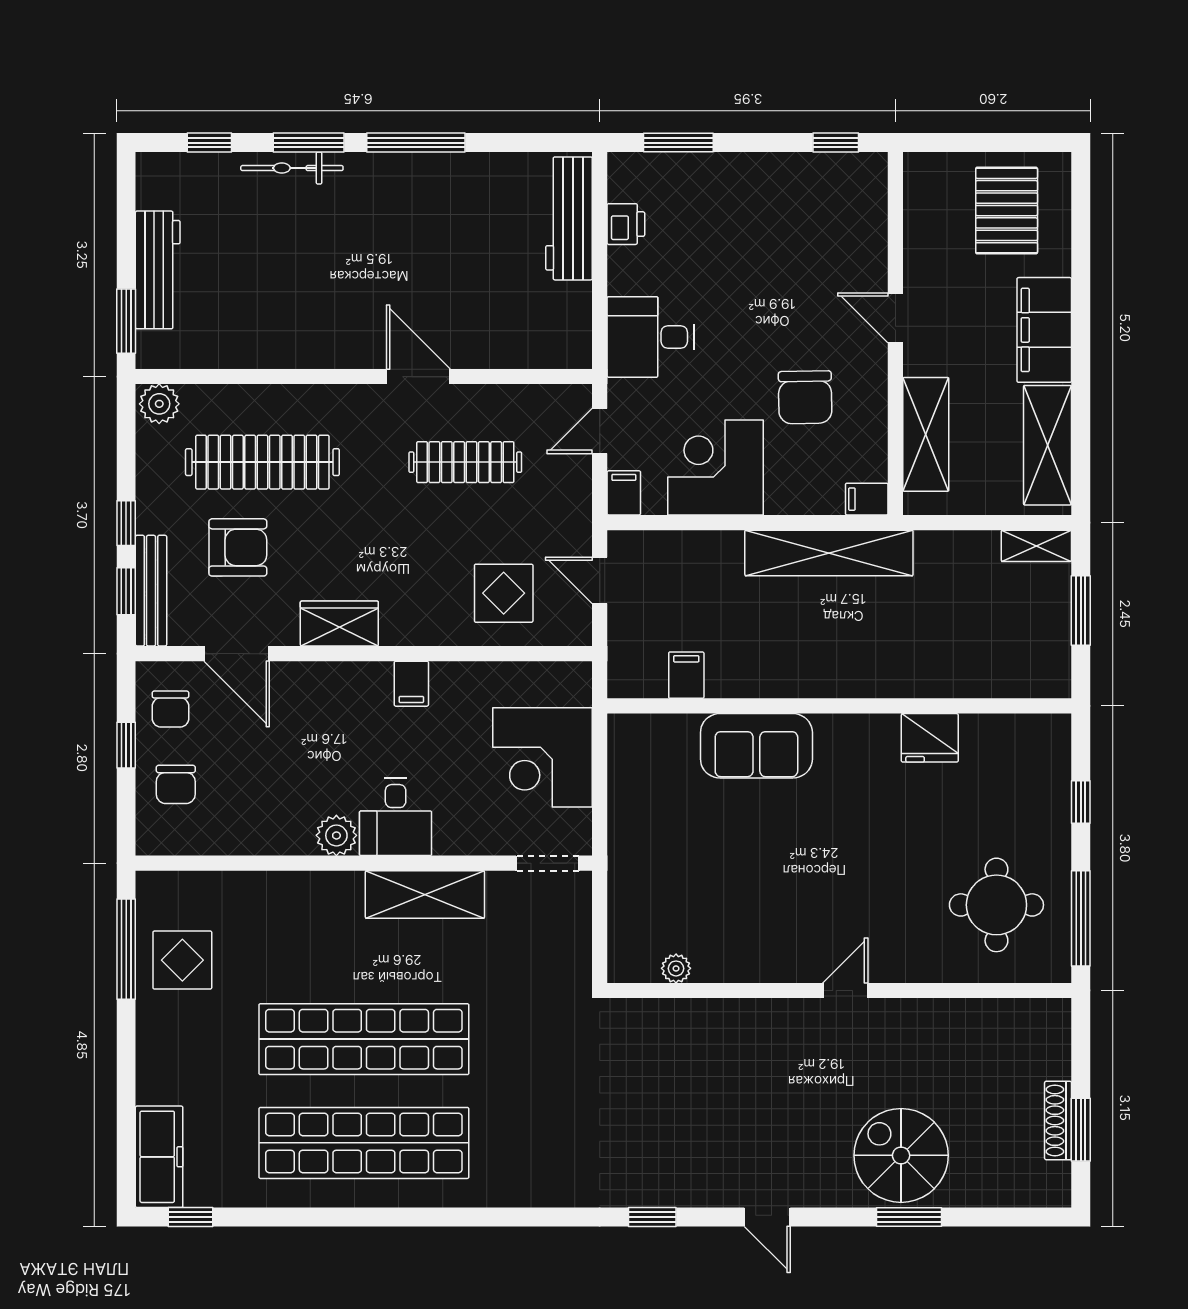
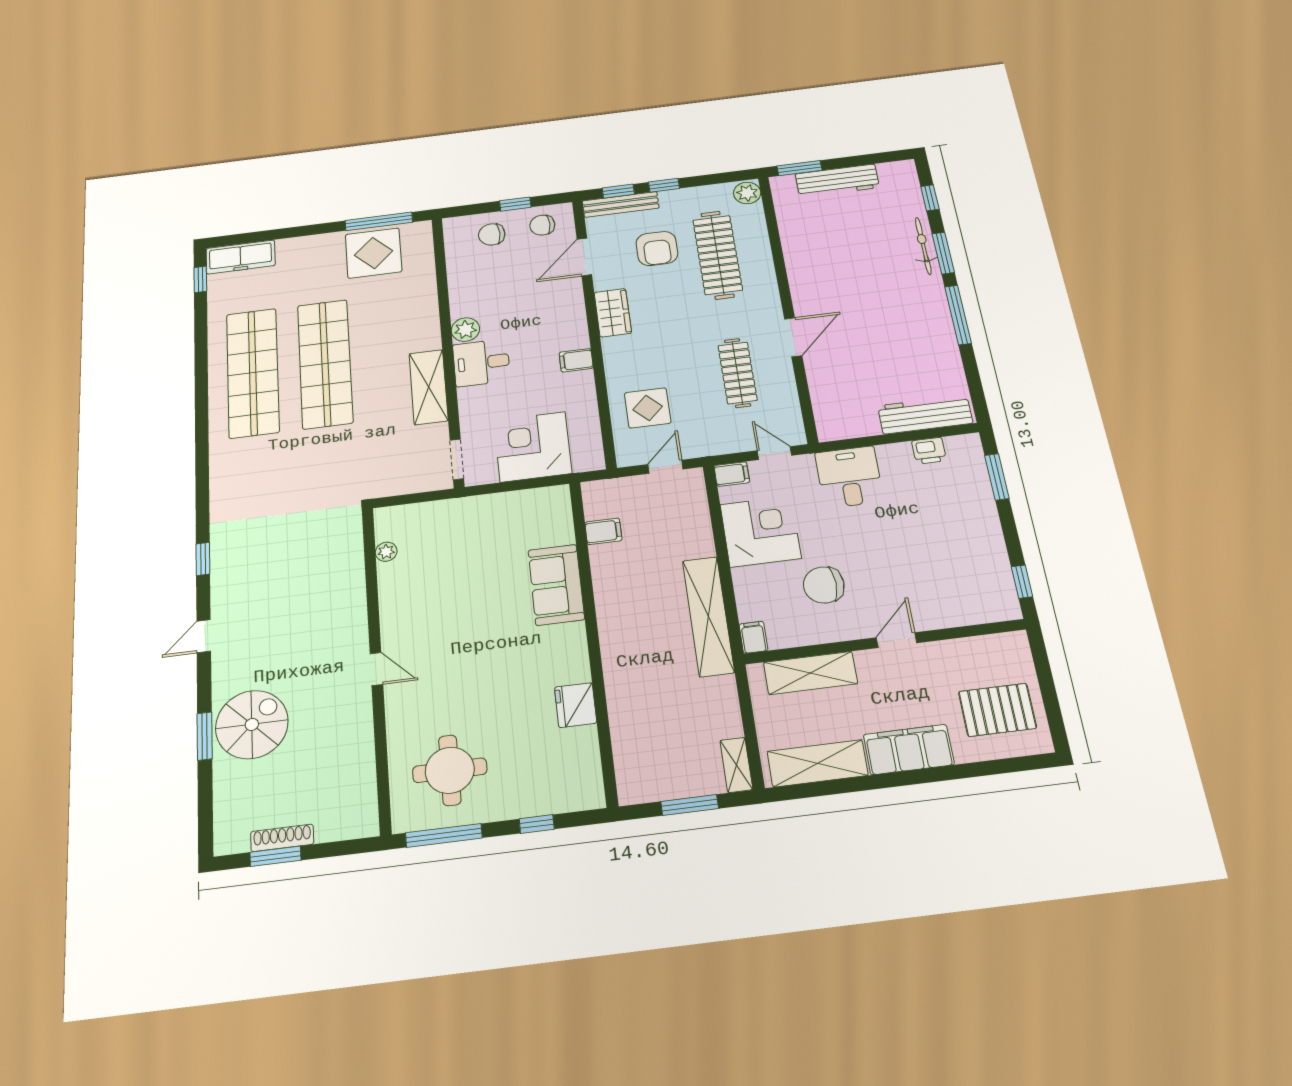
display table: (182, 960) -> (374, 253), width x1.36, depth x1.36

